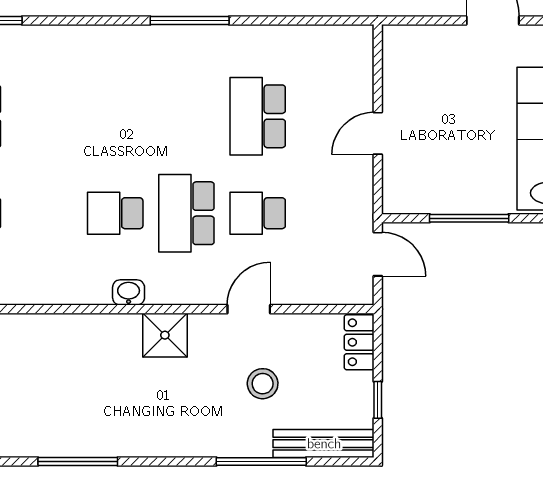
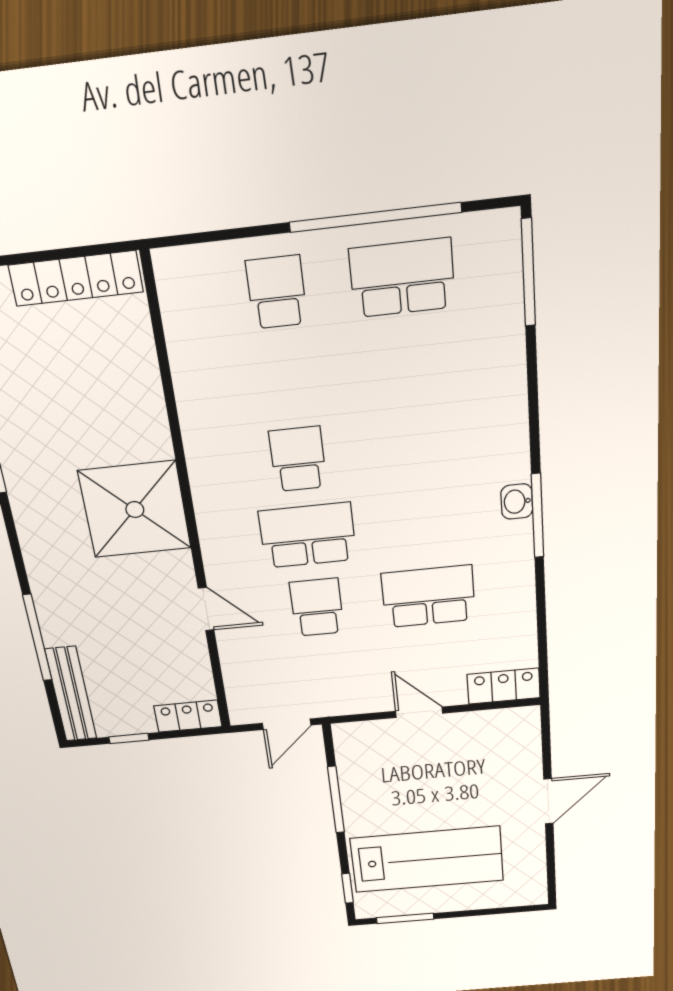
locker: (358, 56) -> (504, 686), added
washbasin: (129, 292) -> (517, 502), moved, turned 180
shower: (165, 335) -> (135, 510), width x1.86, depth x1.86
stool: (263, 384) -> (125, 631), removed

